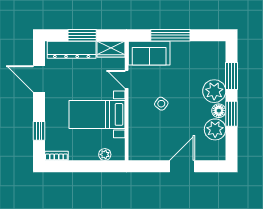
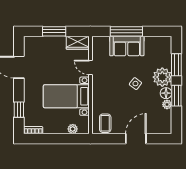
dresser: (72, 50) -> (46, 43), removed
sofa: (149, 53) -> (127, 46), moved
side table: (161, 104) -> (135, 84), moved
plant: (215, 129) -> (167, 104), width x0.53, depth x0.53
coffee table: (144, 147) -> (105, 123), added

